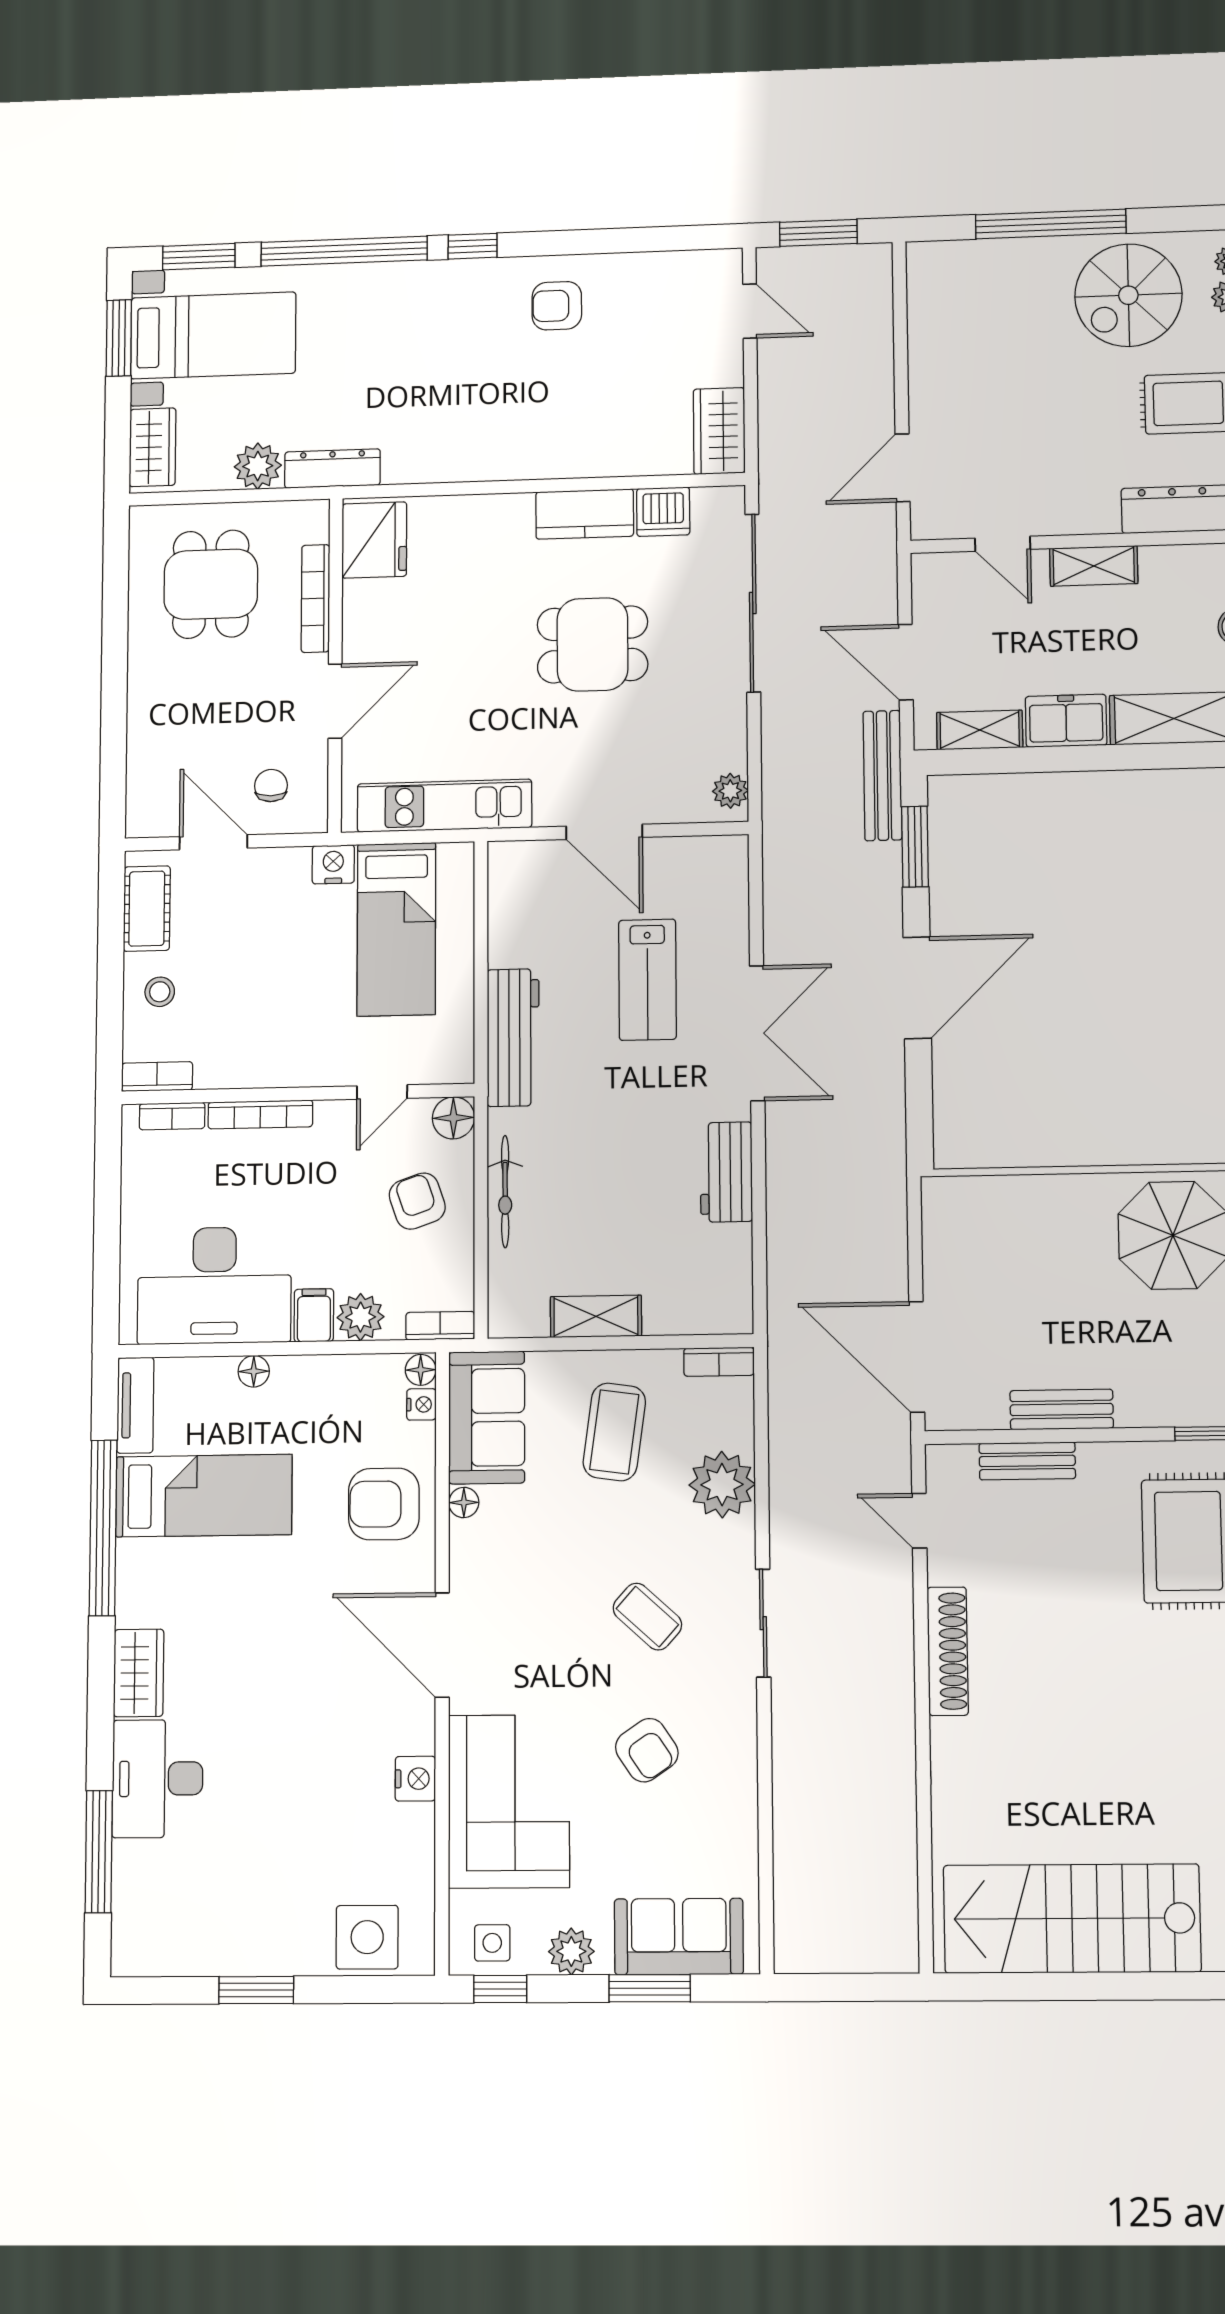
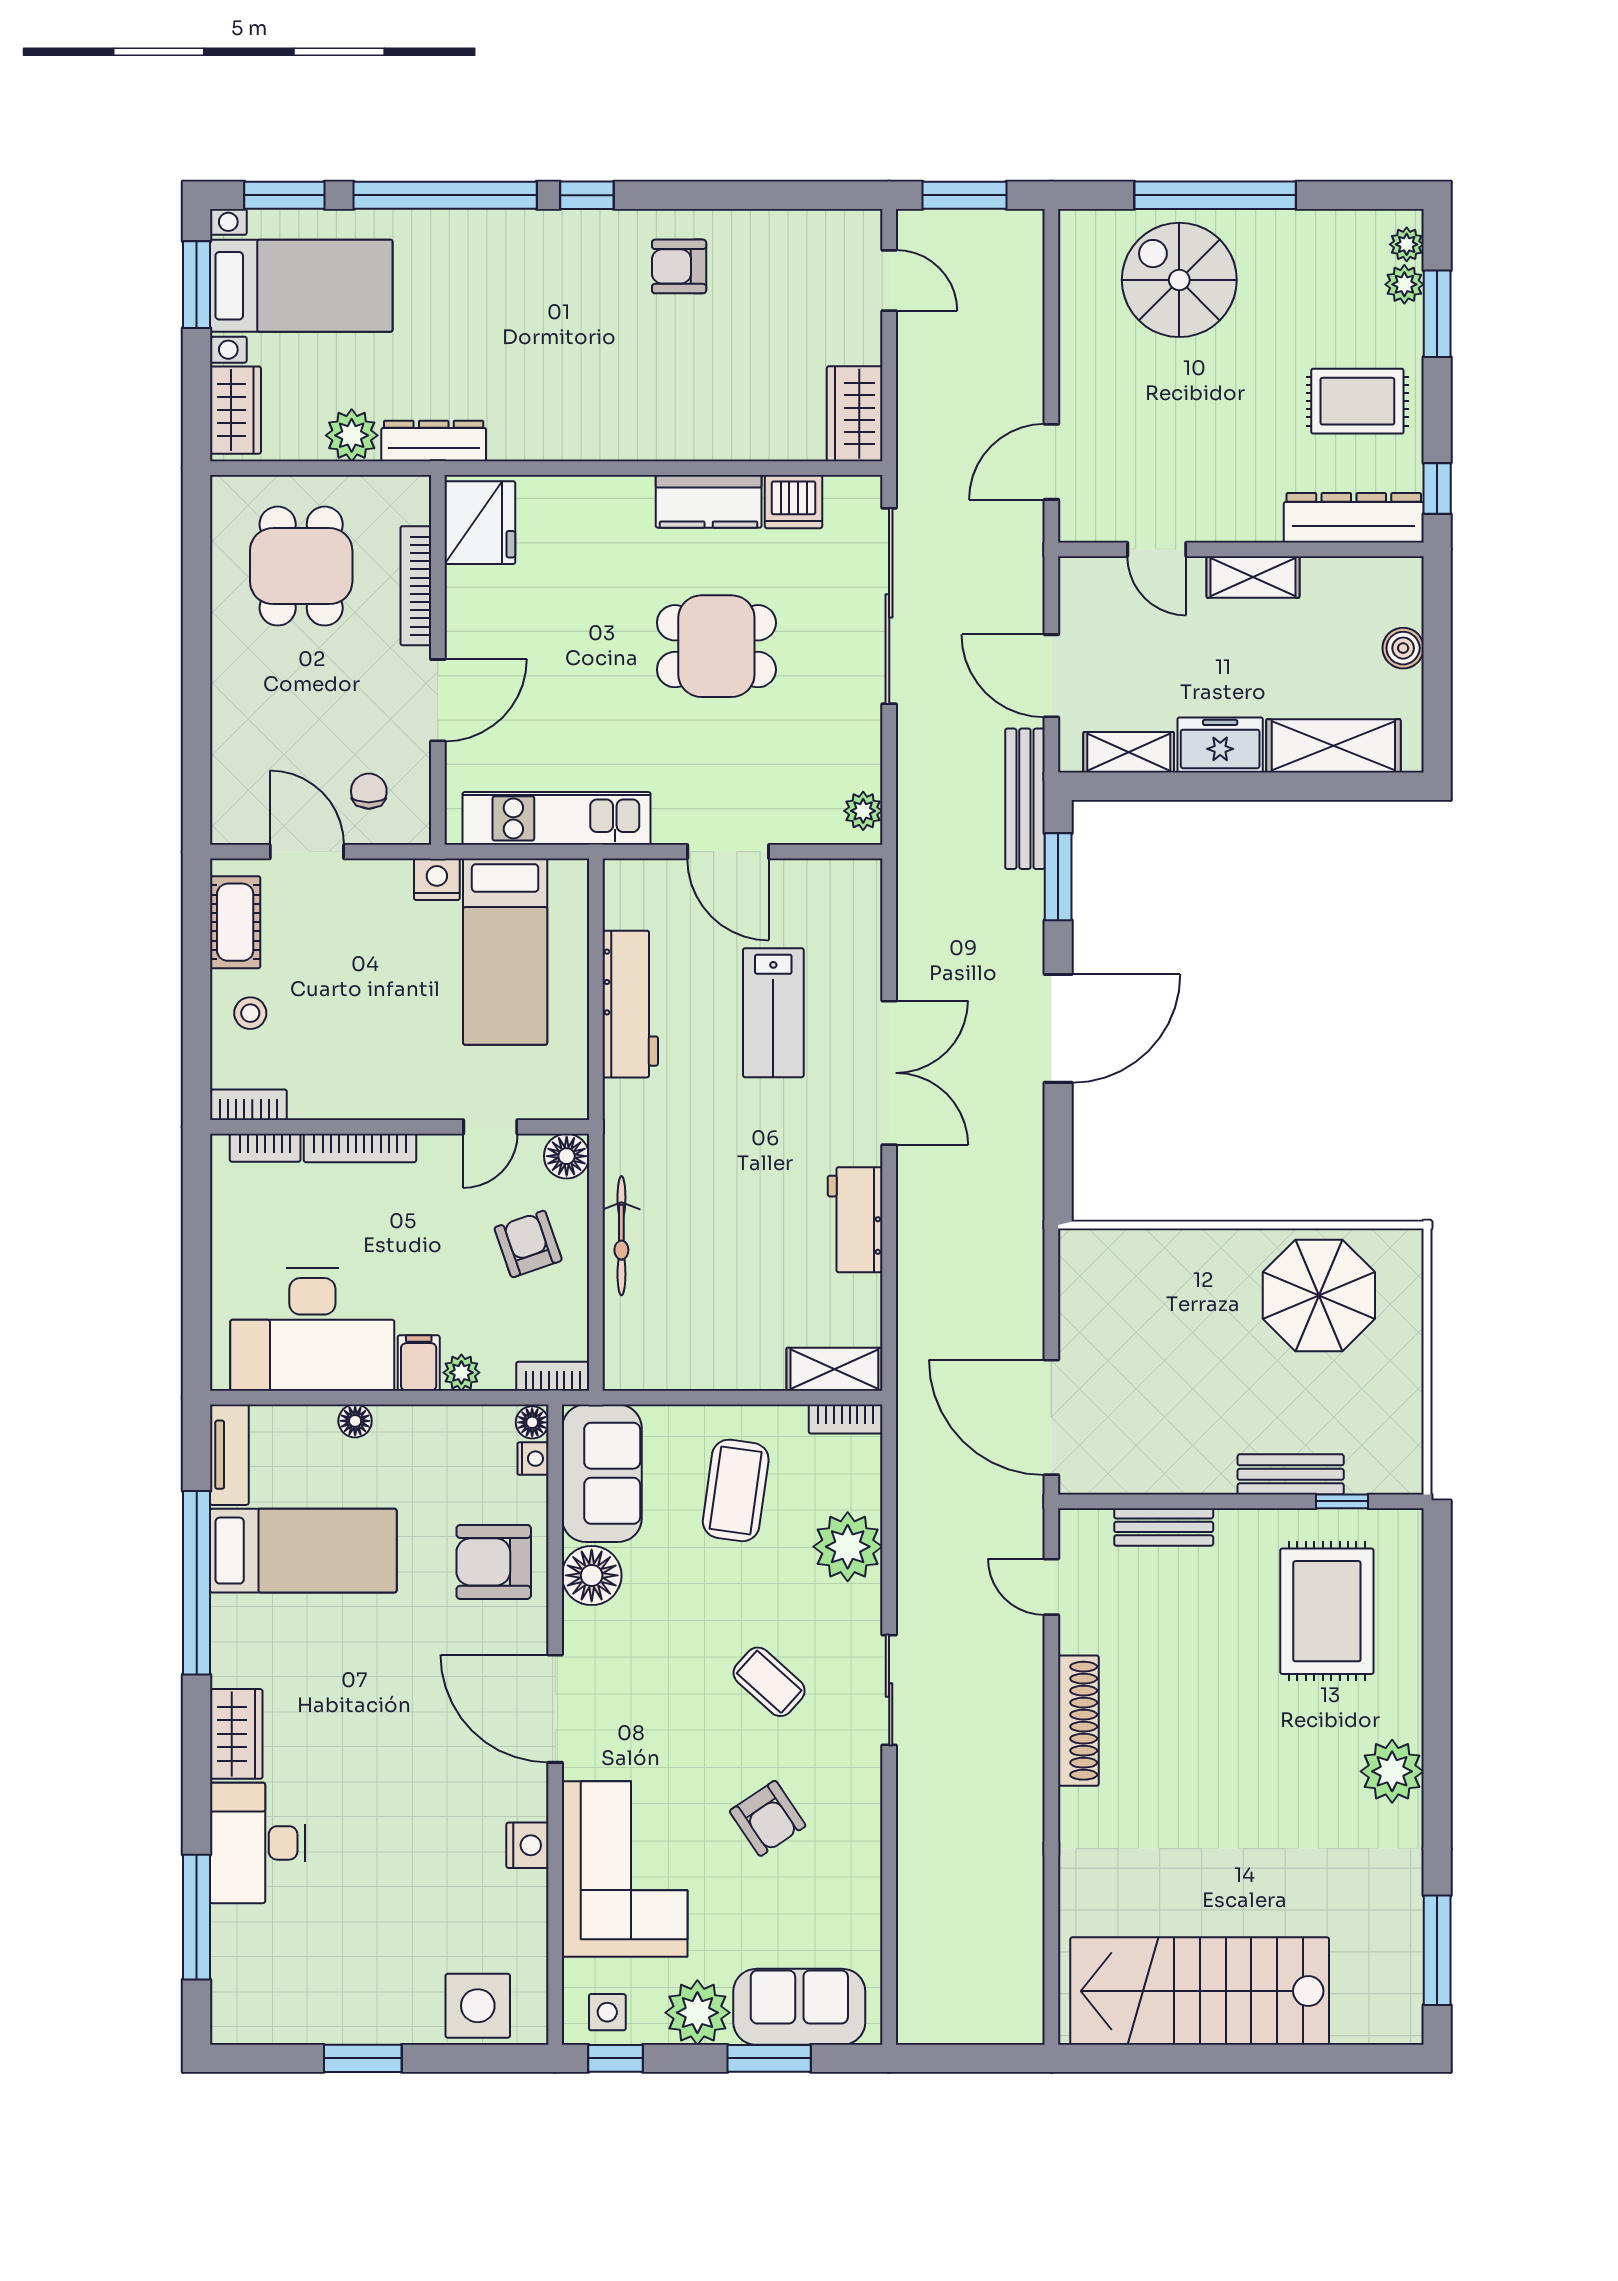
spiral stairs: (1128, 295) -> (1179, 280), moved, turned 90
workbench: (513, 1038) -> (630, 1004), moved
shelving: (596, 1316) -> (834, 1369), moved
plant: (361, 1317) -> (461, 1373), width x0.73, depth x0.73
bench: (1062, 1409) -> (1291, 1474), moved
floor lamp: (464, 1502) -> (592, 1575), width x1.89, depth x1.89
plant: (571, 1951) -> (697, 2013), width x1.36, depth x1.36

